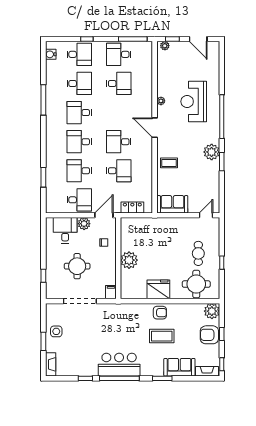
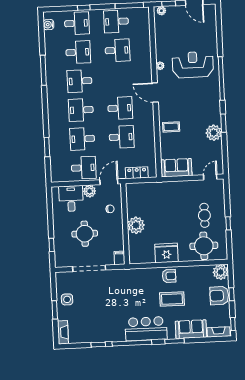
reception desk: (194, 101) -> (193, 65), turned 90
desk: (119, 142) -> (120, 108), turned 180
plant: (212, 152) -> (214, 133), moved
bar counter: (119, 365) -> (146, 329), moved

